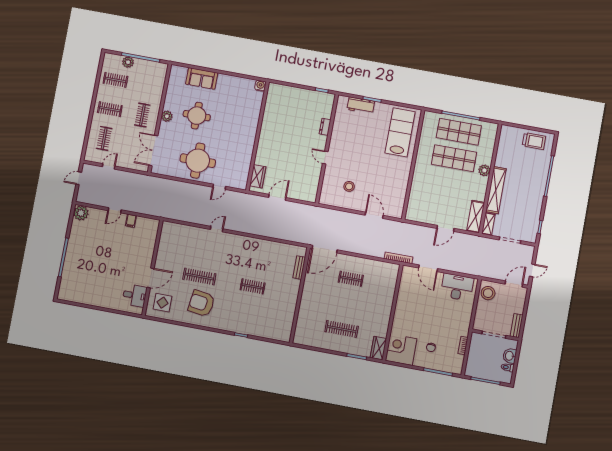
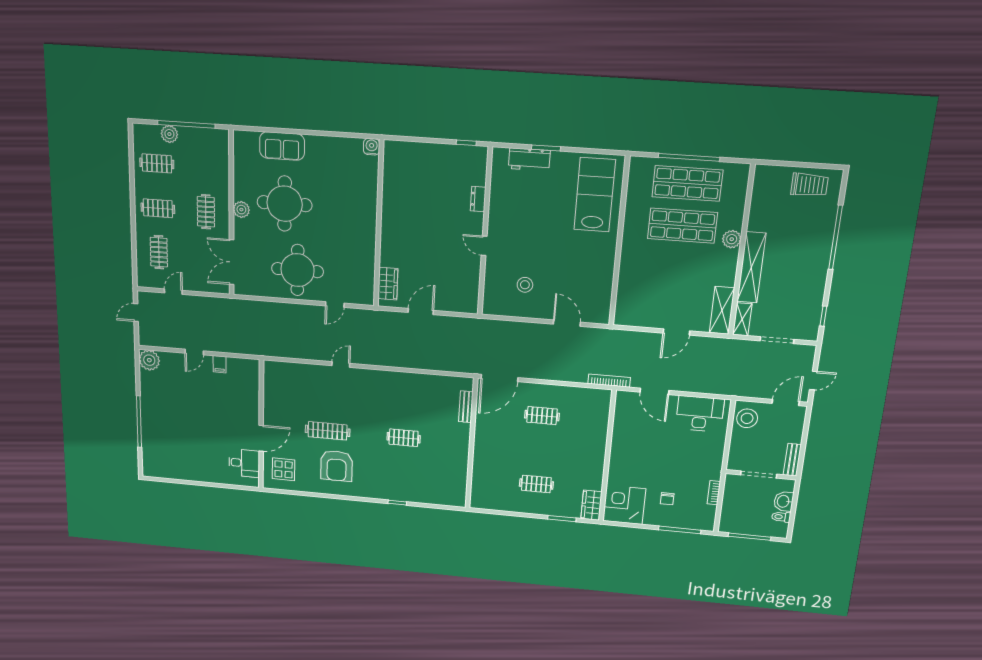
round table: (197, 116) -> (285, 204), width x1.36, depth x1.36
armchair: (201, 303) -> (336, 466), turned -98
clothes rail: (342, 329) -> (536, 484), width x0.73

